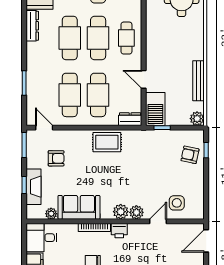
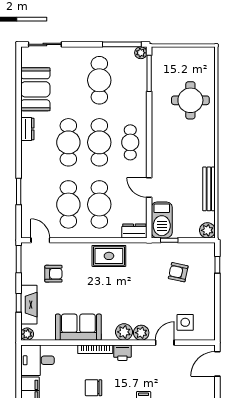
dresser: (32, 26) -> (27, 129), width x0.70
armchair: (190, 155) -> (178, 272), moved
plant: (51, 214) -> (27, 334), moved

